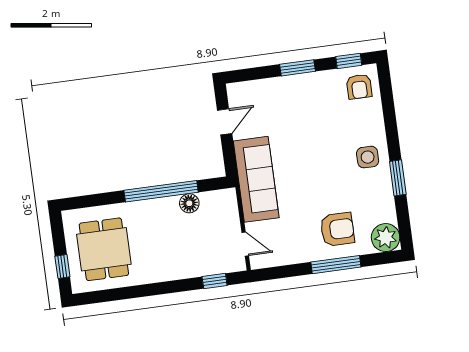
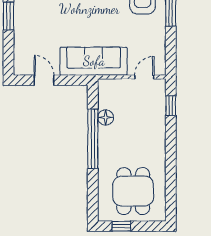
dining table: (104, 249) -> (133, 191), turned 90
window: (62, 267) -> (121, 226), moved

